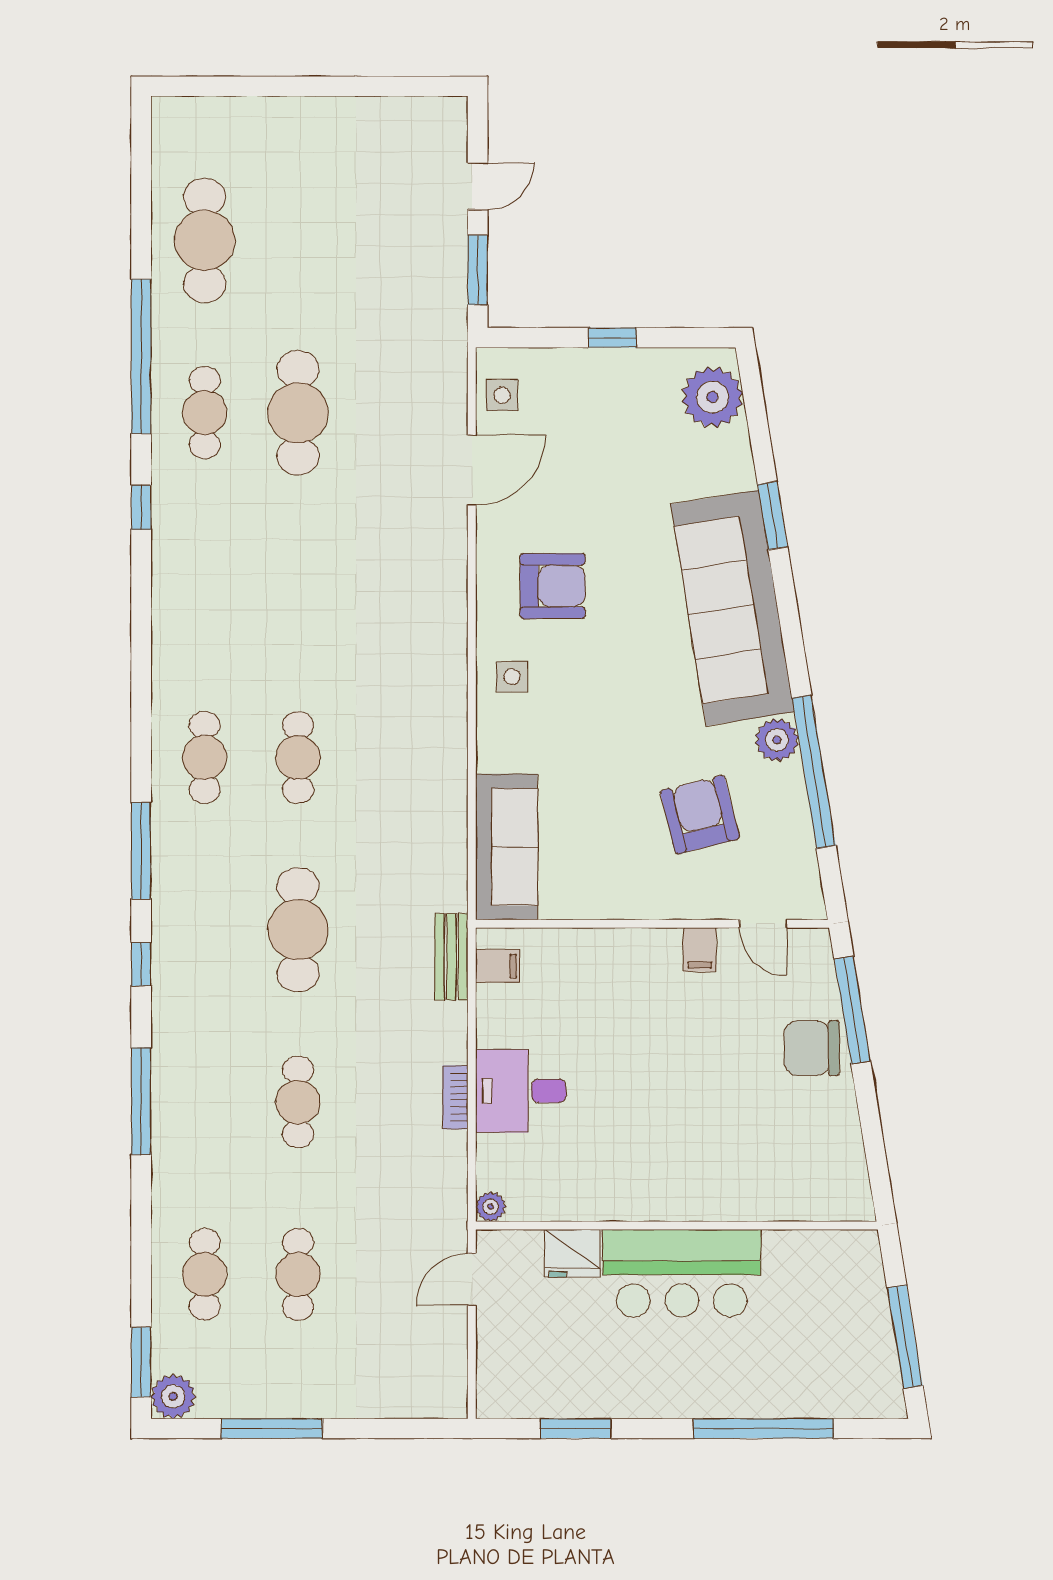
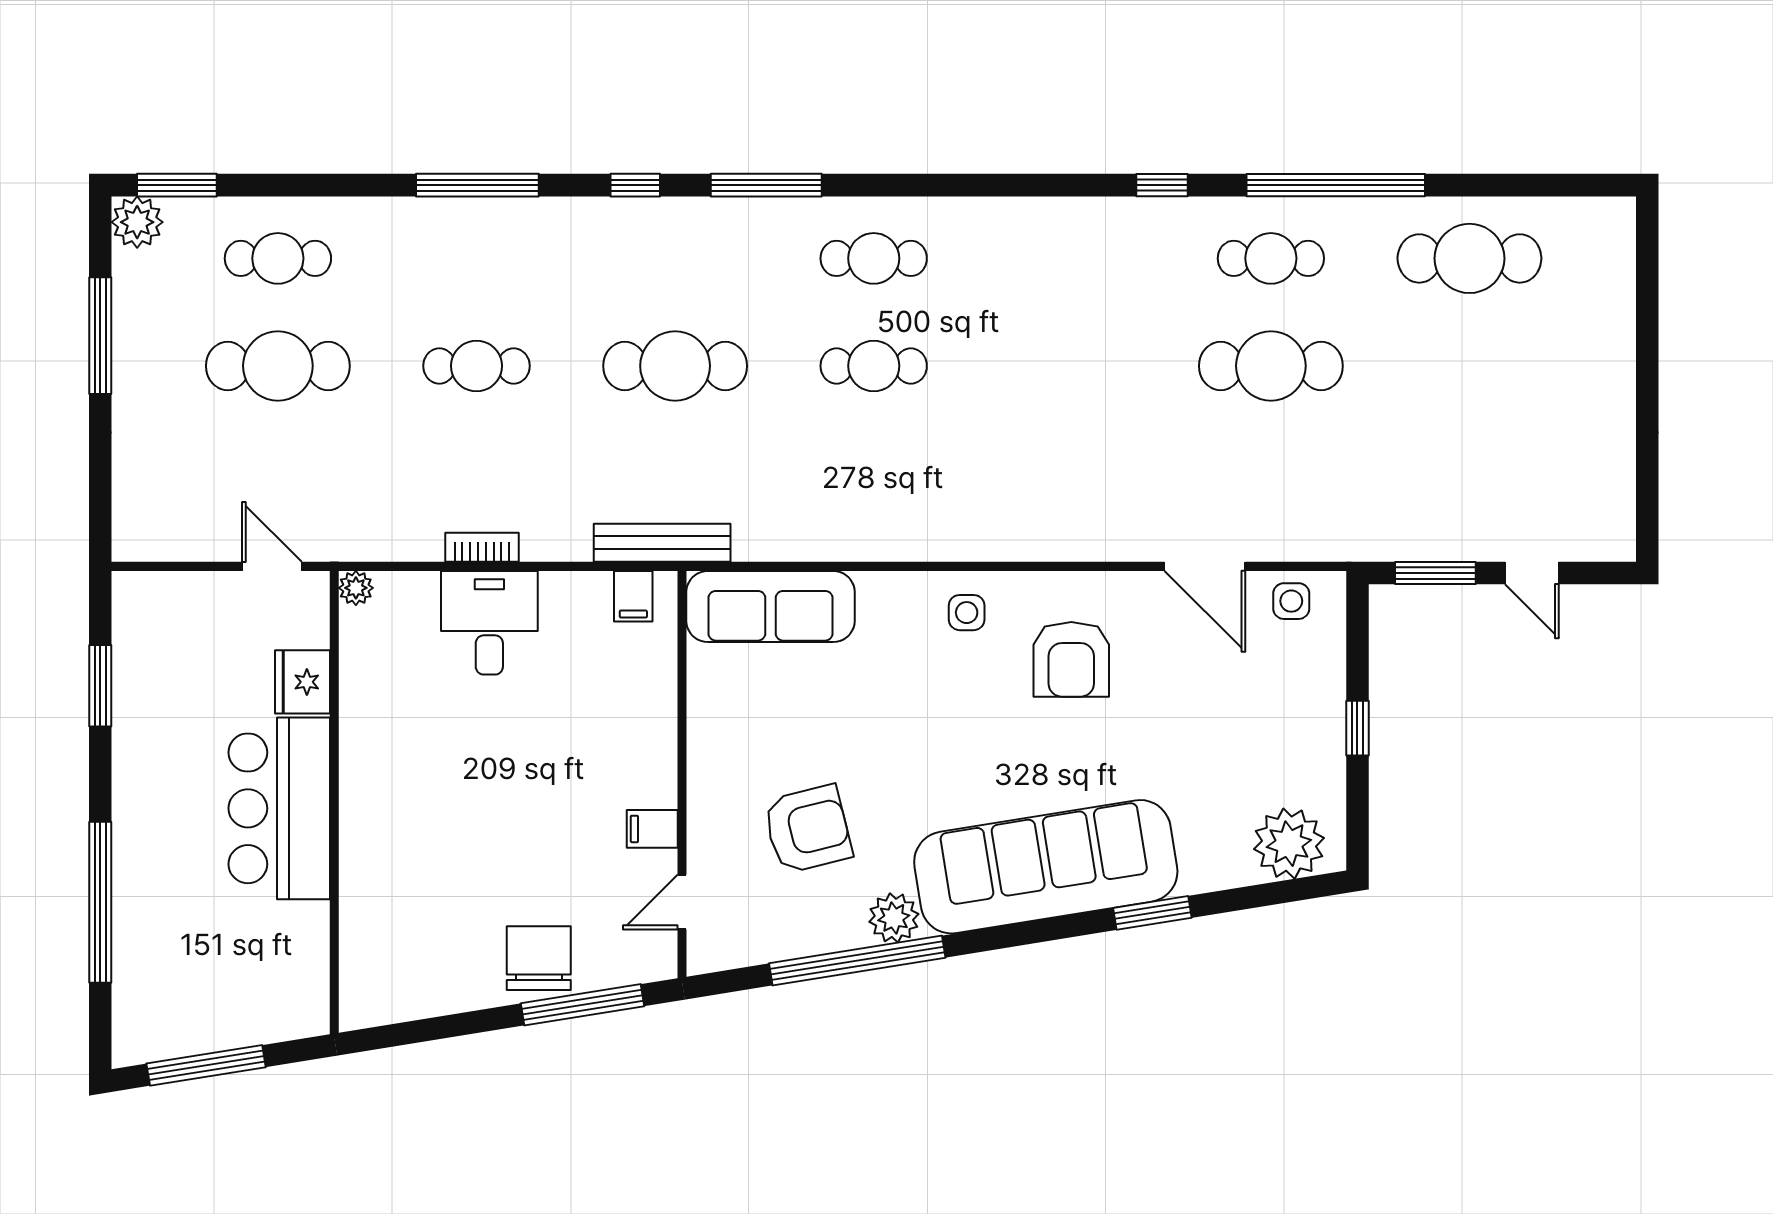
bench: (451, 957) -> (662, 543), width x1.36
cafe table: (298, 1274) -> (278, 366), width x1.37, depth x1.35

